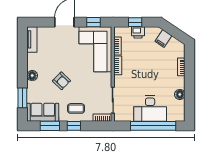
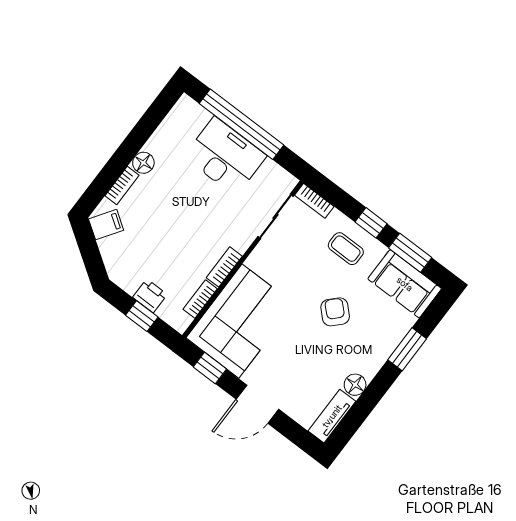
filing cabinet: (163, 39) -> (106, 225), moved
floor lamp: (32, 76) -> (355, 385), moved
floor lamp: (180, 94) -> (143, 163), moved
window: (22, 98) -> (407, 349), moved

